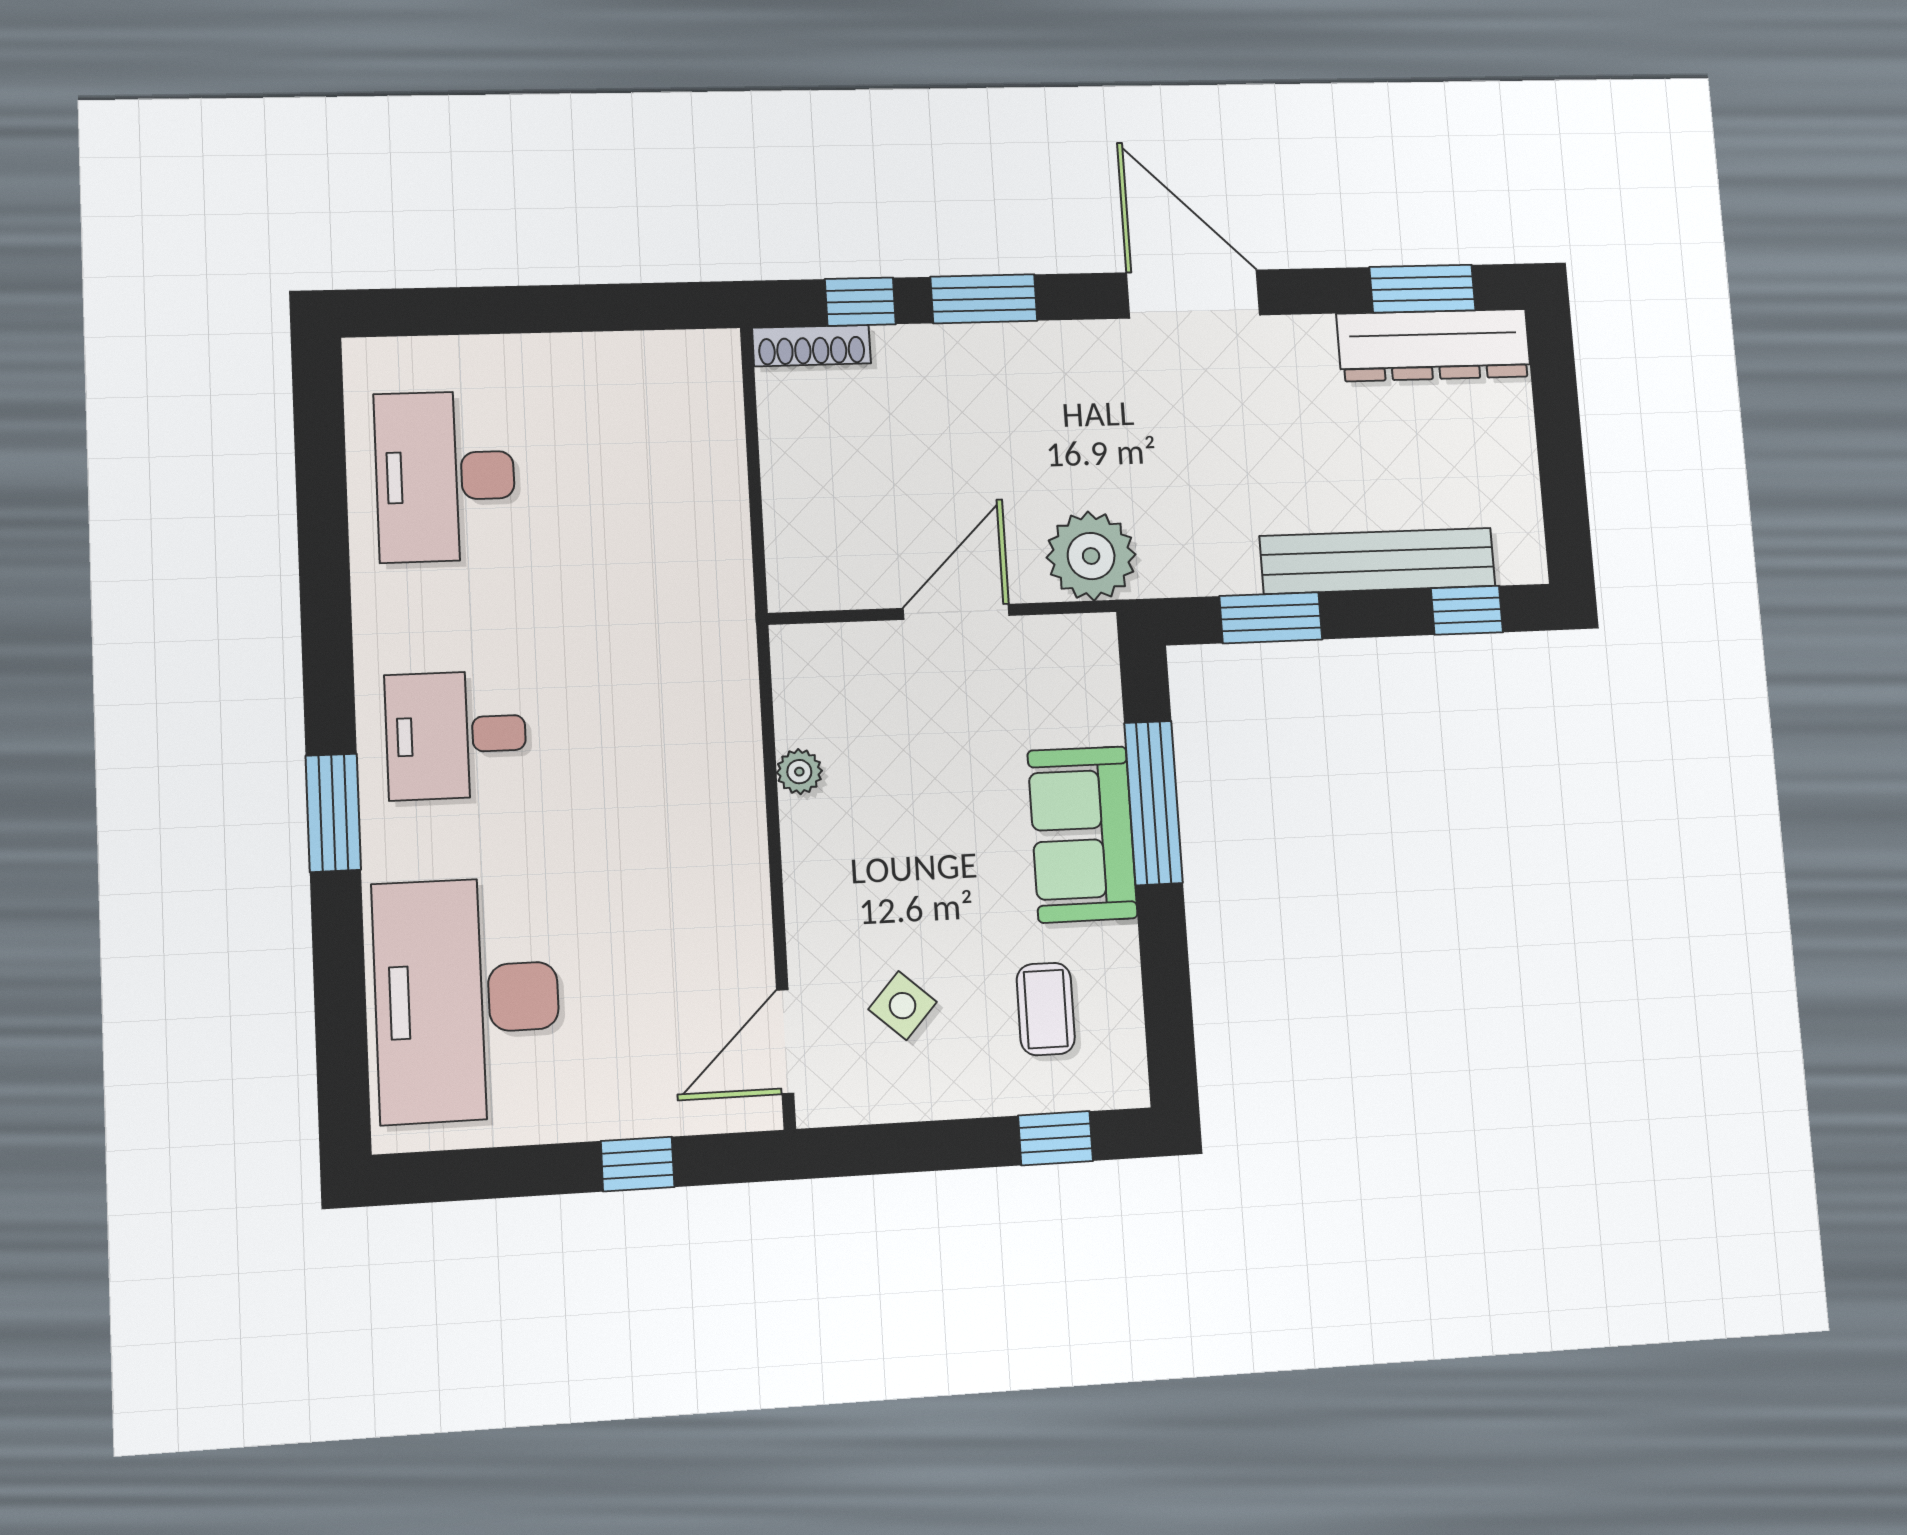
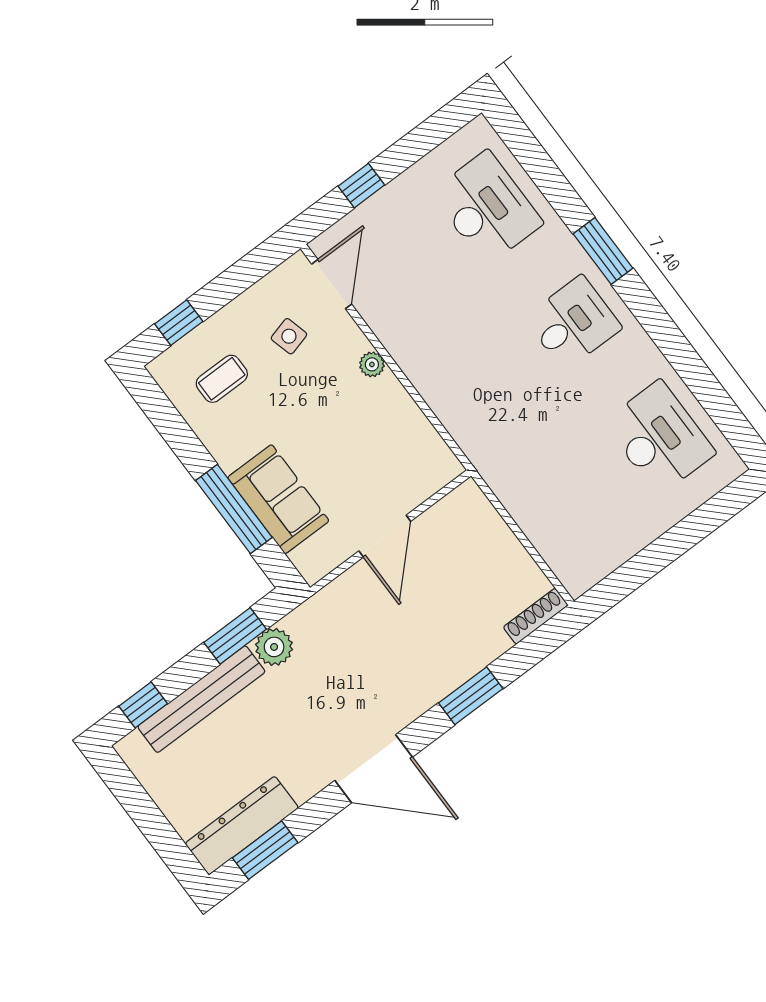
window: (860, 302) -> (527, 653), removed
plant: (1091, 556) -> (274, 647), moved, width x0.73, depth x0.73
plant: (799, 772) -> (372, 364), moved
sofa: (1082, 834) -> (278, 499), moved
desk: (467, 999) -> (487, 208), width x0.73, depth x0.77
side table: (903, 1006) -> (289, 336), turned 33
coffee table: (1046, 1009) -> (222, 379), turned 90

